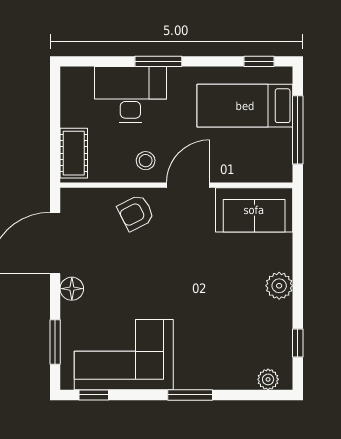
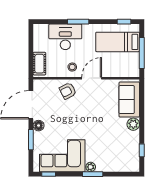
sofa: (254, 210) -> (129, 100), moved, turned 90
window: (55, 342) -> (31, 140), moved
plant: (268, 379) -> (91, 167), moved

